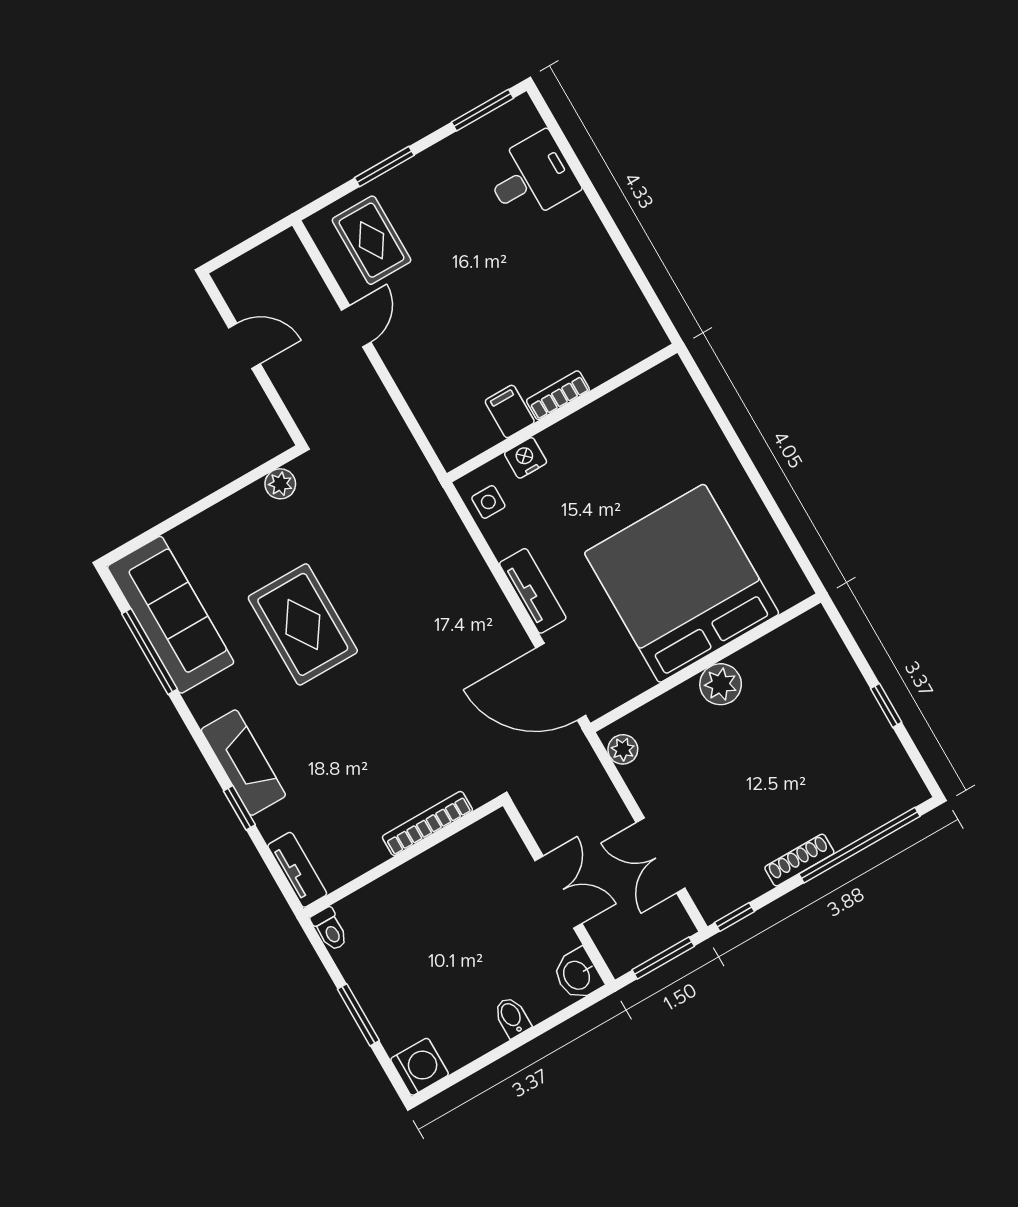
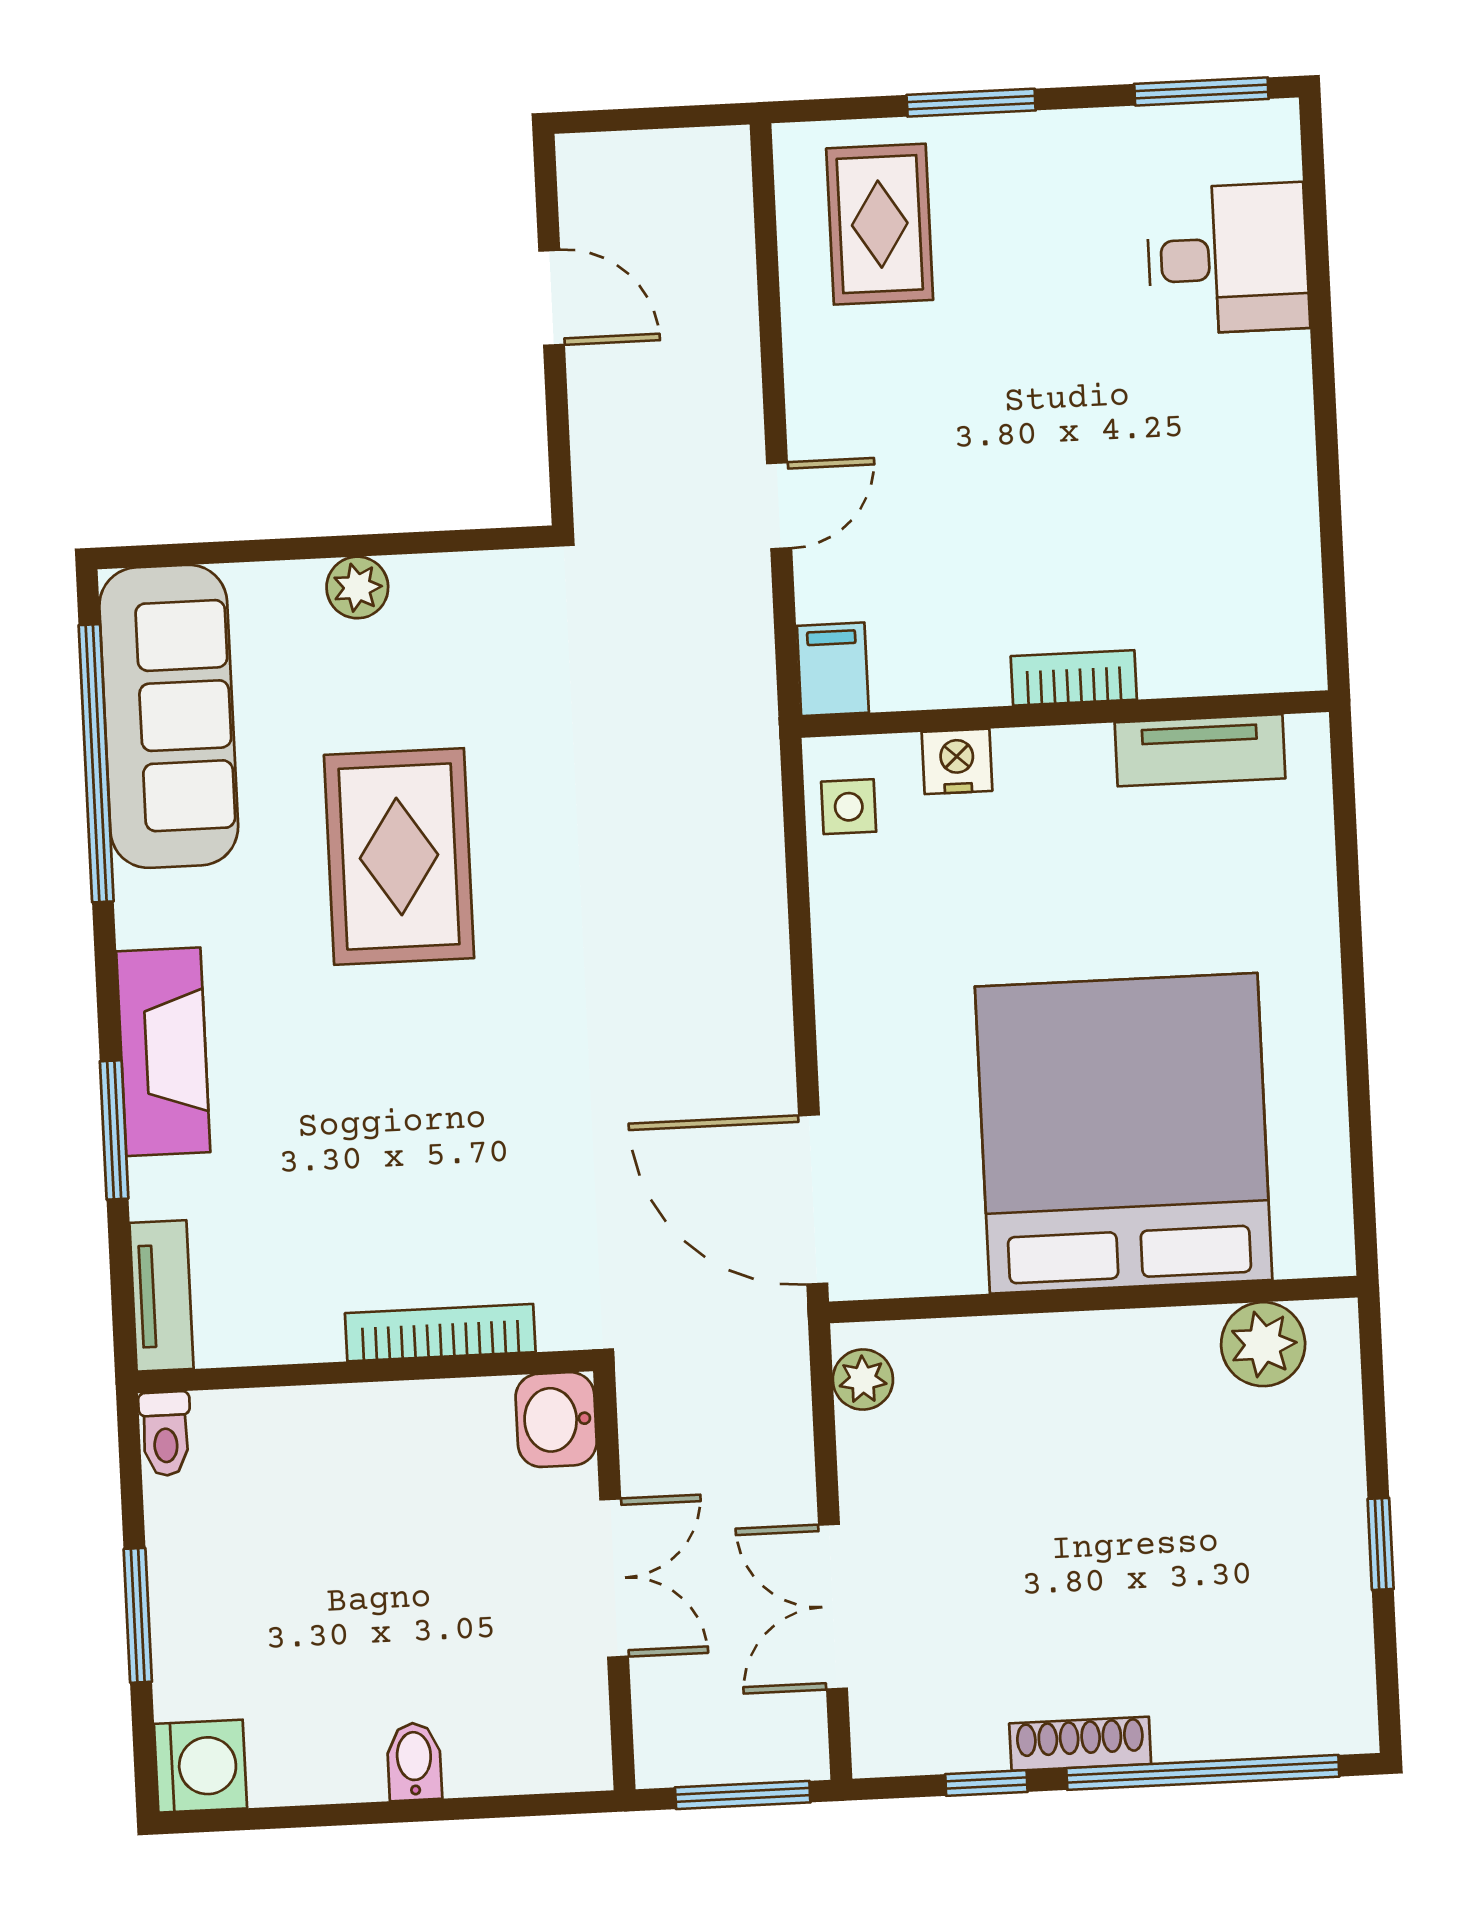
door: (356, 326) -> (779, 506), moved
filing cabinet: (510, 411) -> (833, 669), moved
plant: (280, 484) -> (357, 587), moved
tv unit: (533, 591) -> (1200, 750), moved, turned 90
window: (149, 651) -> (96, 763), width x1.46
plant: (721, 684) -> (1263, 1344), moved
window: (239, 808) -> (114, 1130), width x1.50
window: (735, 917) -> (986, 1783), moved
washbasin: (578, 975) -> (556, 1420), moved

